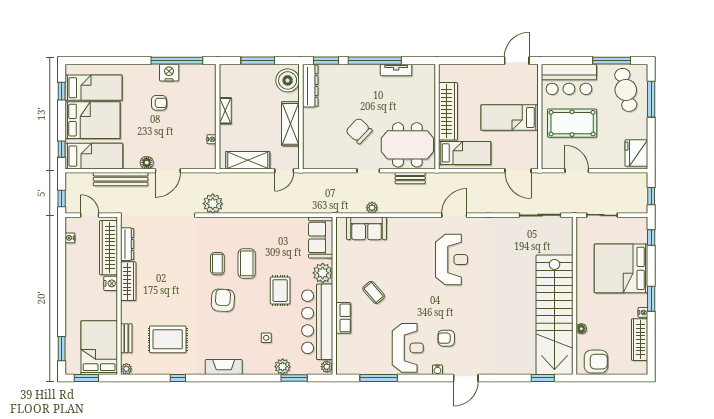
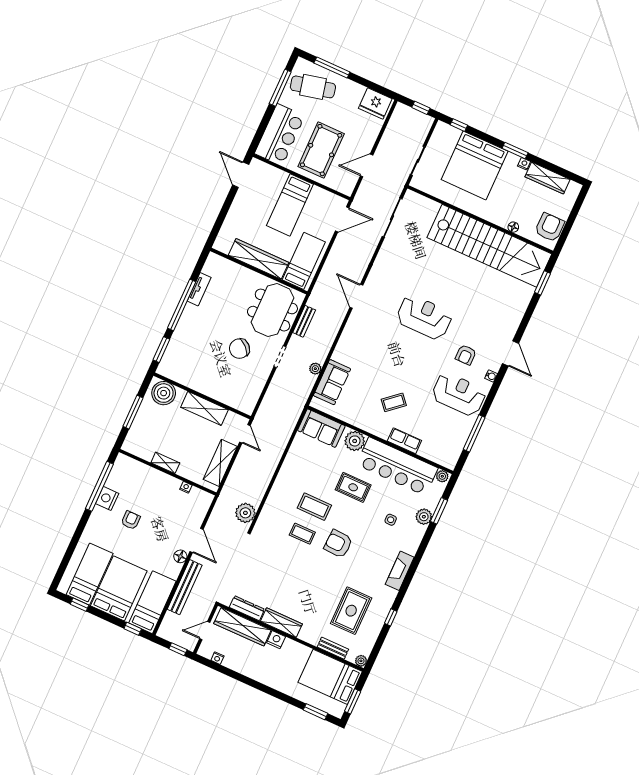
dresser: (310, 86) -> (178, 374), removed
reception desk: (451, 260) -> (424, 317), moved

